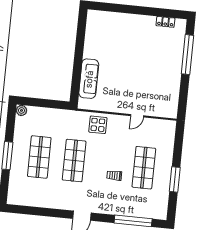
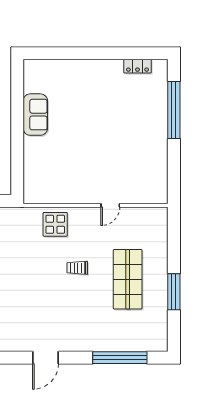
sofa: (89, 79) -> (35, 115), moved, width x0.73
shop shelf: (74, 161) -> (26, 279), removed
trolley: (114, 175) -> (77, 268), moved

